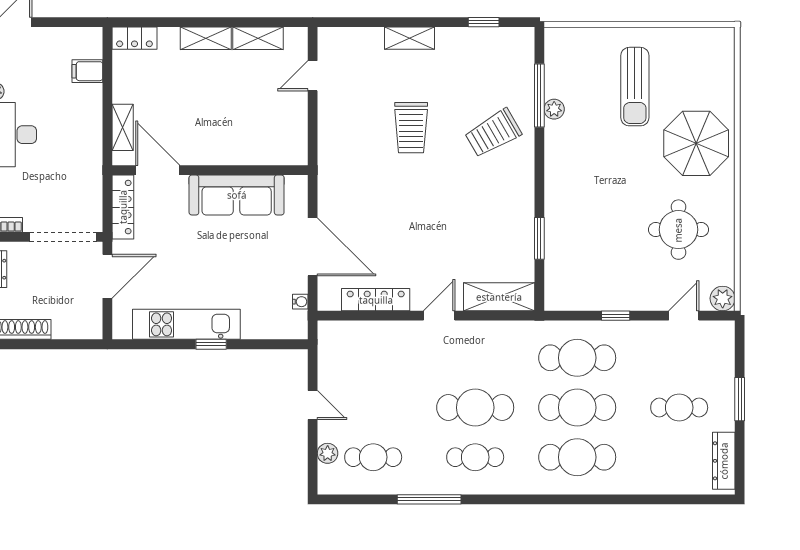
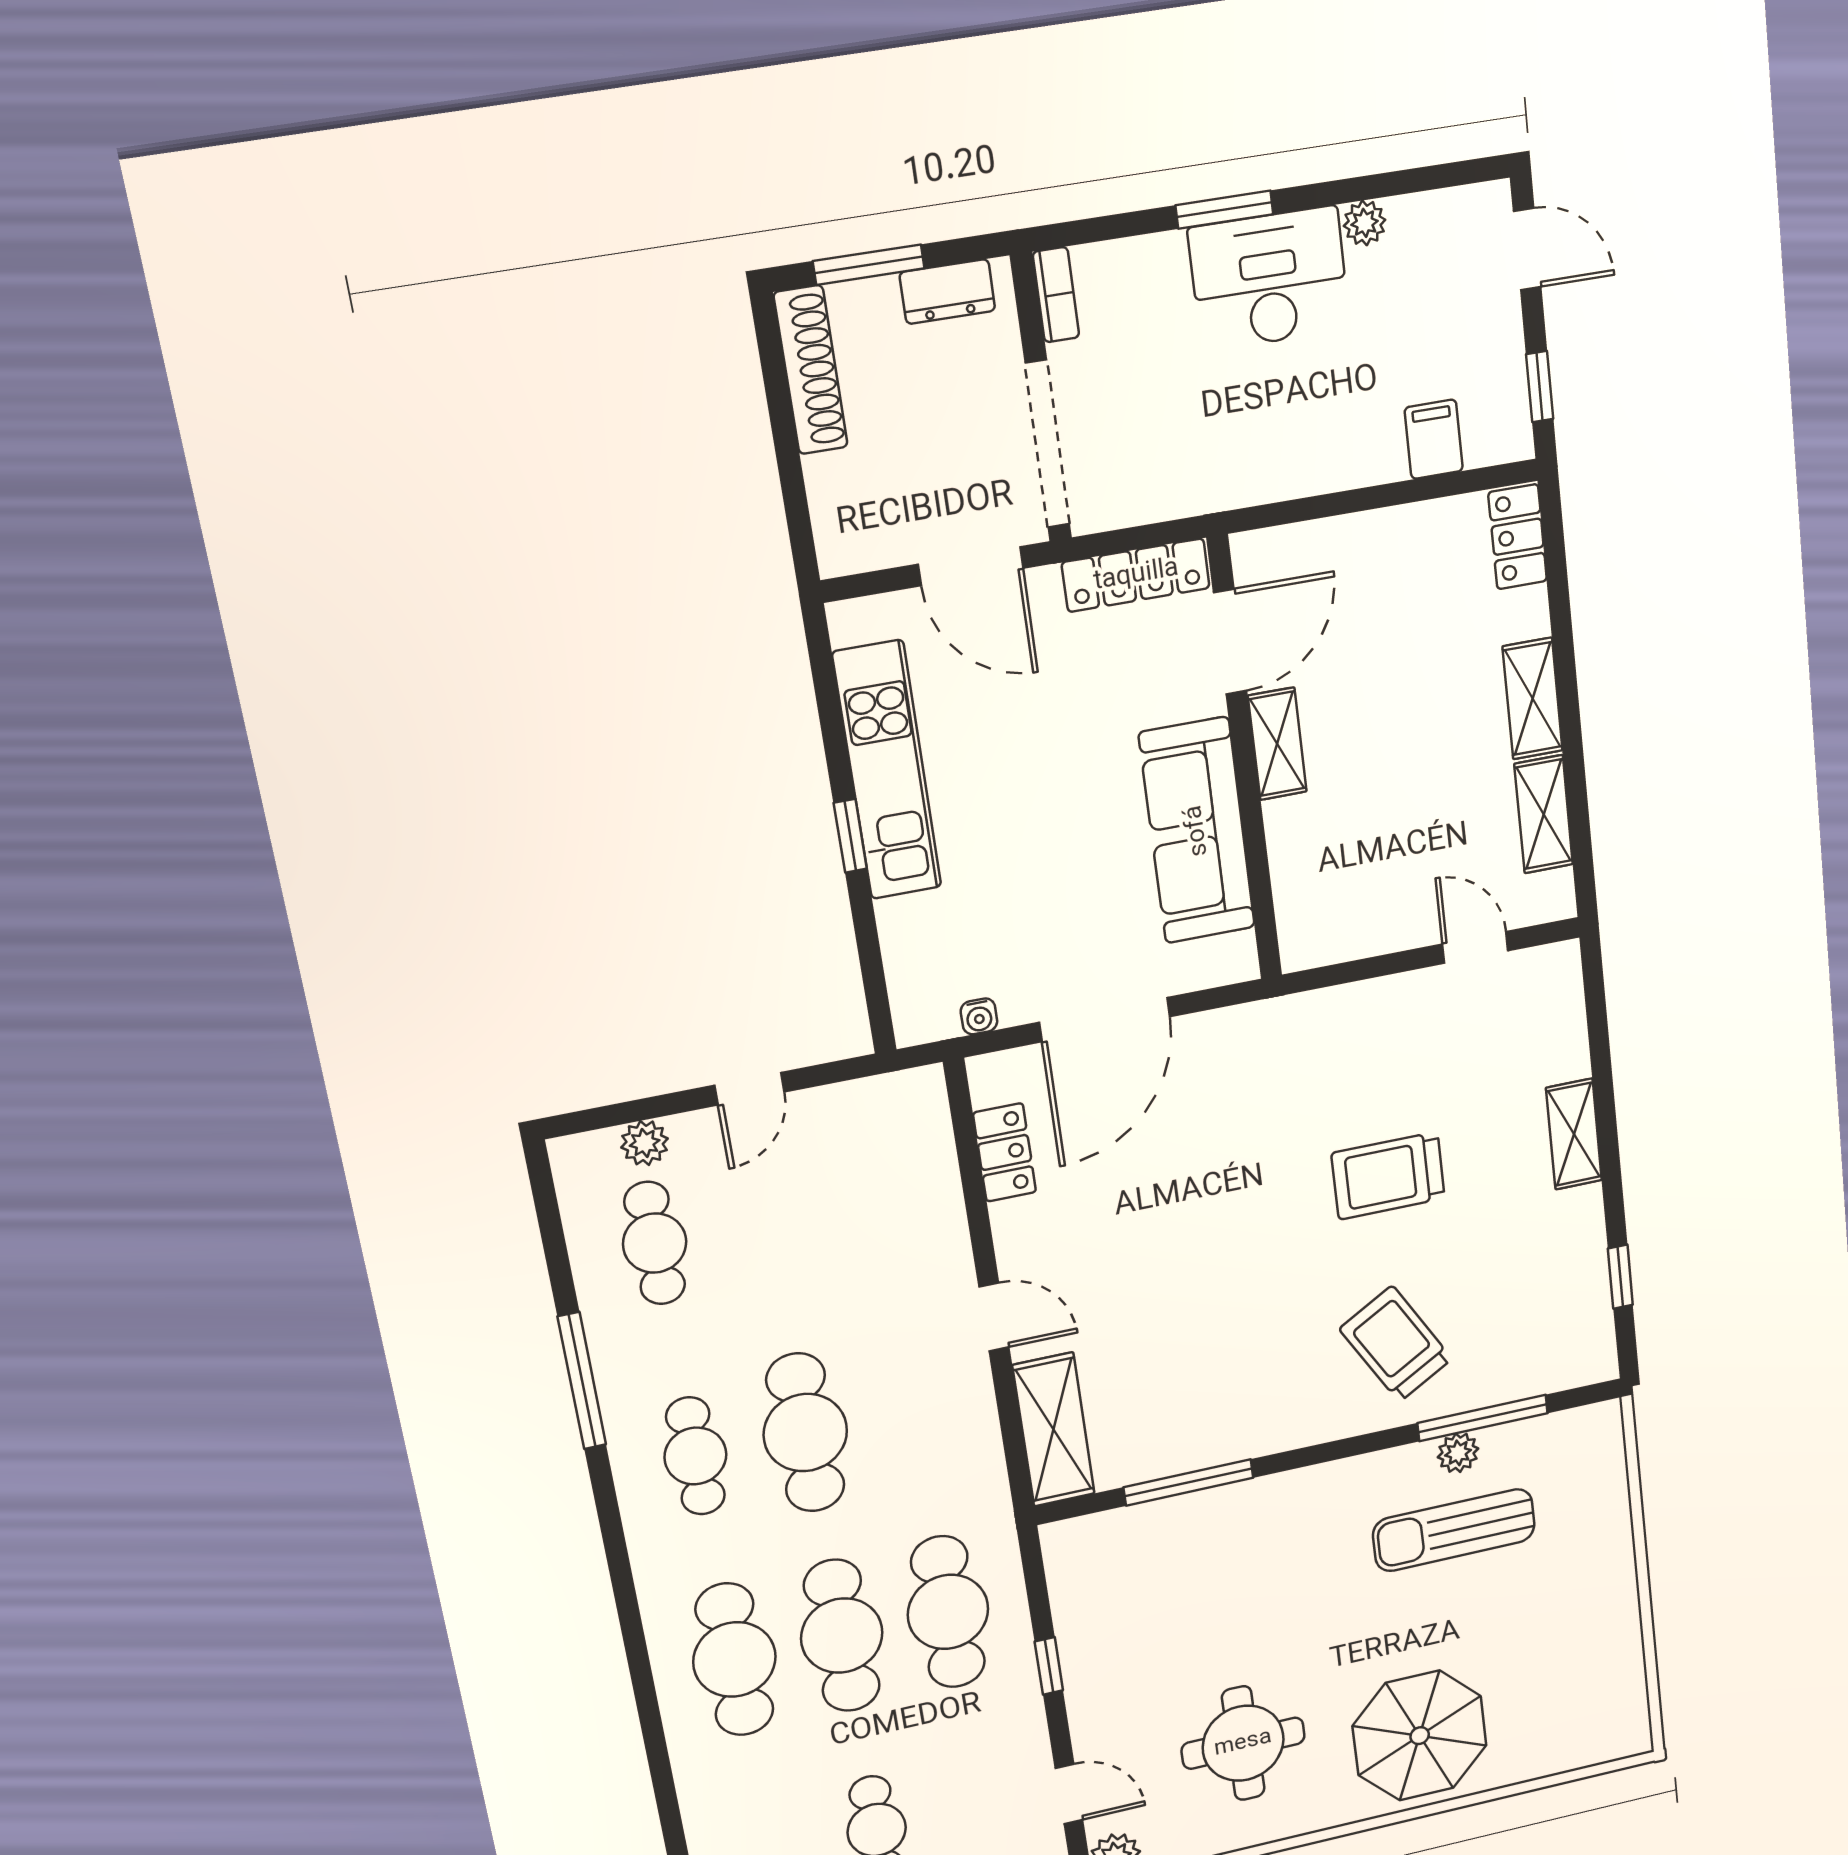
window: (73, 22) -> (1540, 387), added
sun lounger: (635, 87) -> (1454, 1530), moved
shelving: (123, 127) -> (1277, 744), moved, turned 90
window: (539, 238) -> (1188, 1482), width x1.44
locker: (376, 300) -> (1005, 1152), width x0.66

